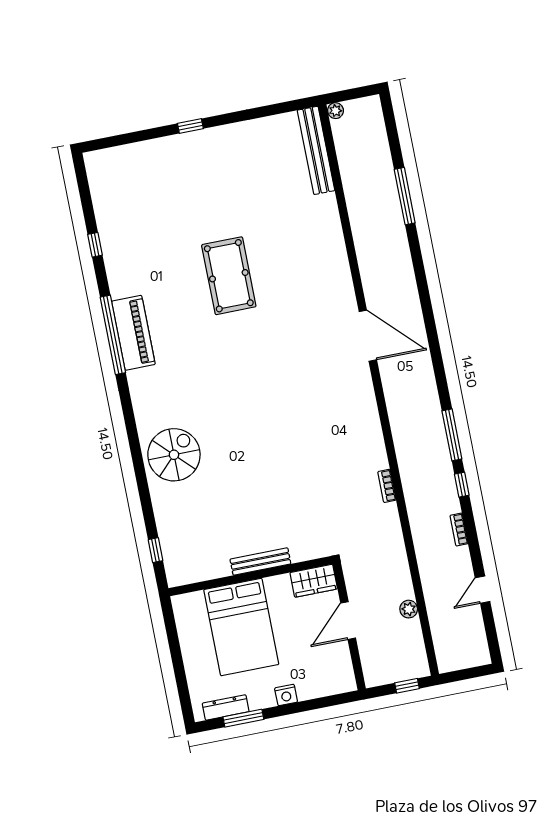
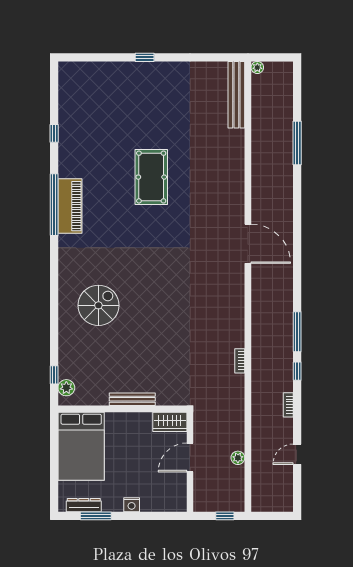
spiral stairs: (174, 455) -> (98, 305), moved
plant: (174, 563) -> (66, 388), added
bed: (241, 627) -> (81, 446), moved

